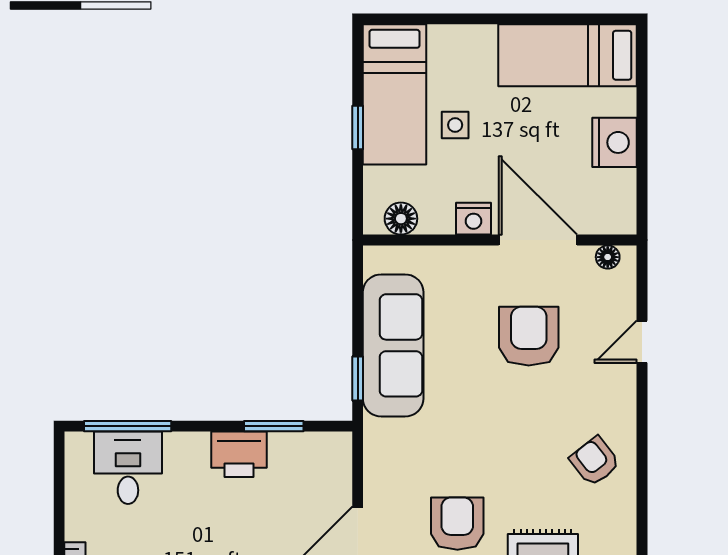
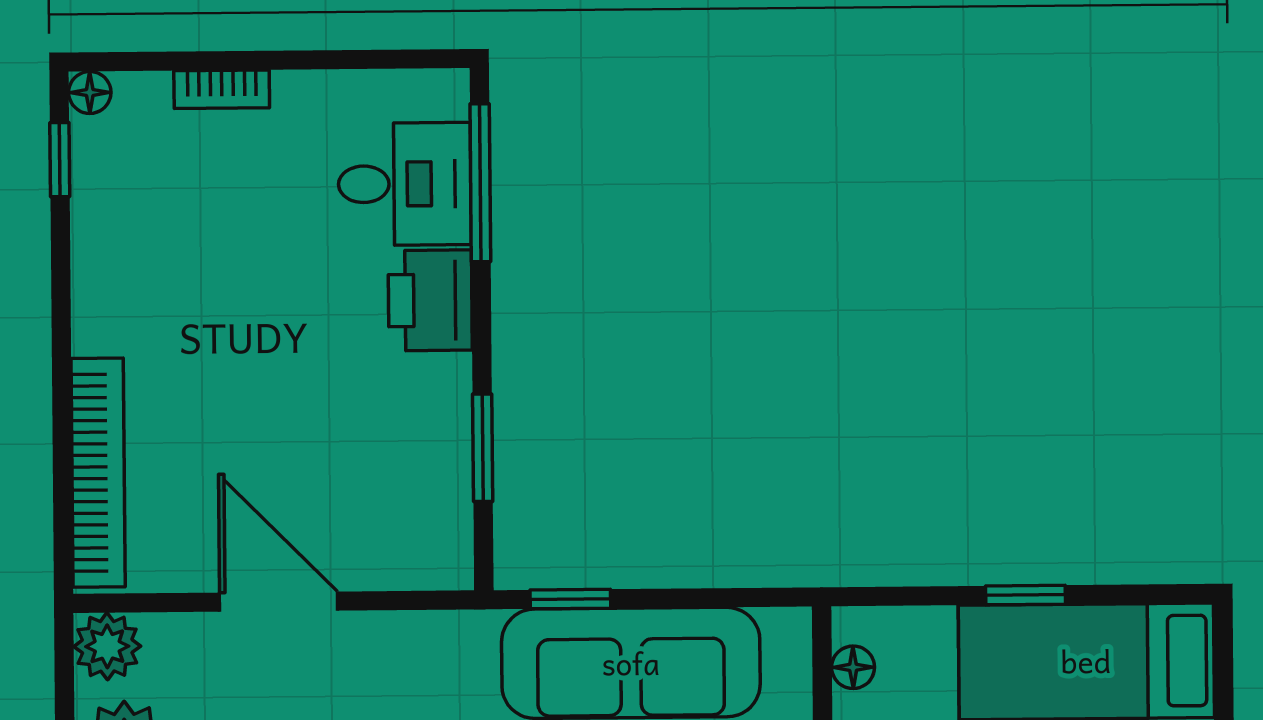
floor lamp: (401, 219) -> (853, 667), width x0.73, depth x0.73
printer: (239, 454) -> (430, 300), moved

